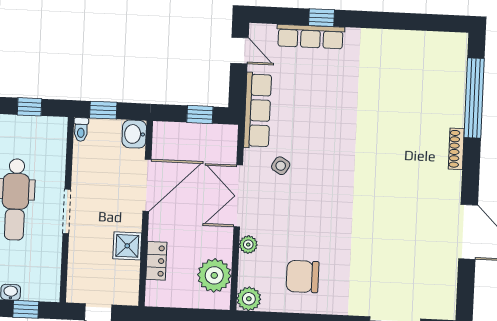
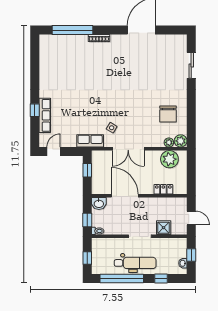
row of seats: (258, 110) -> (90, 141), width x0.68
plant: (248, 245) -> (169, 142), moved
shower: (127, 246) -> (164, 228), moved

